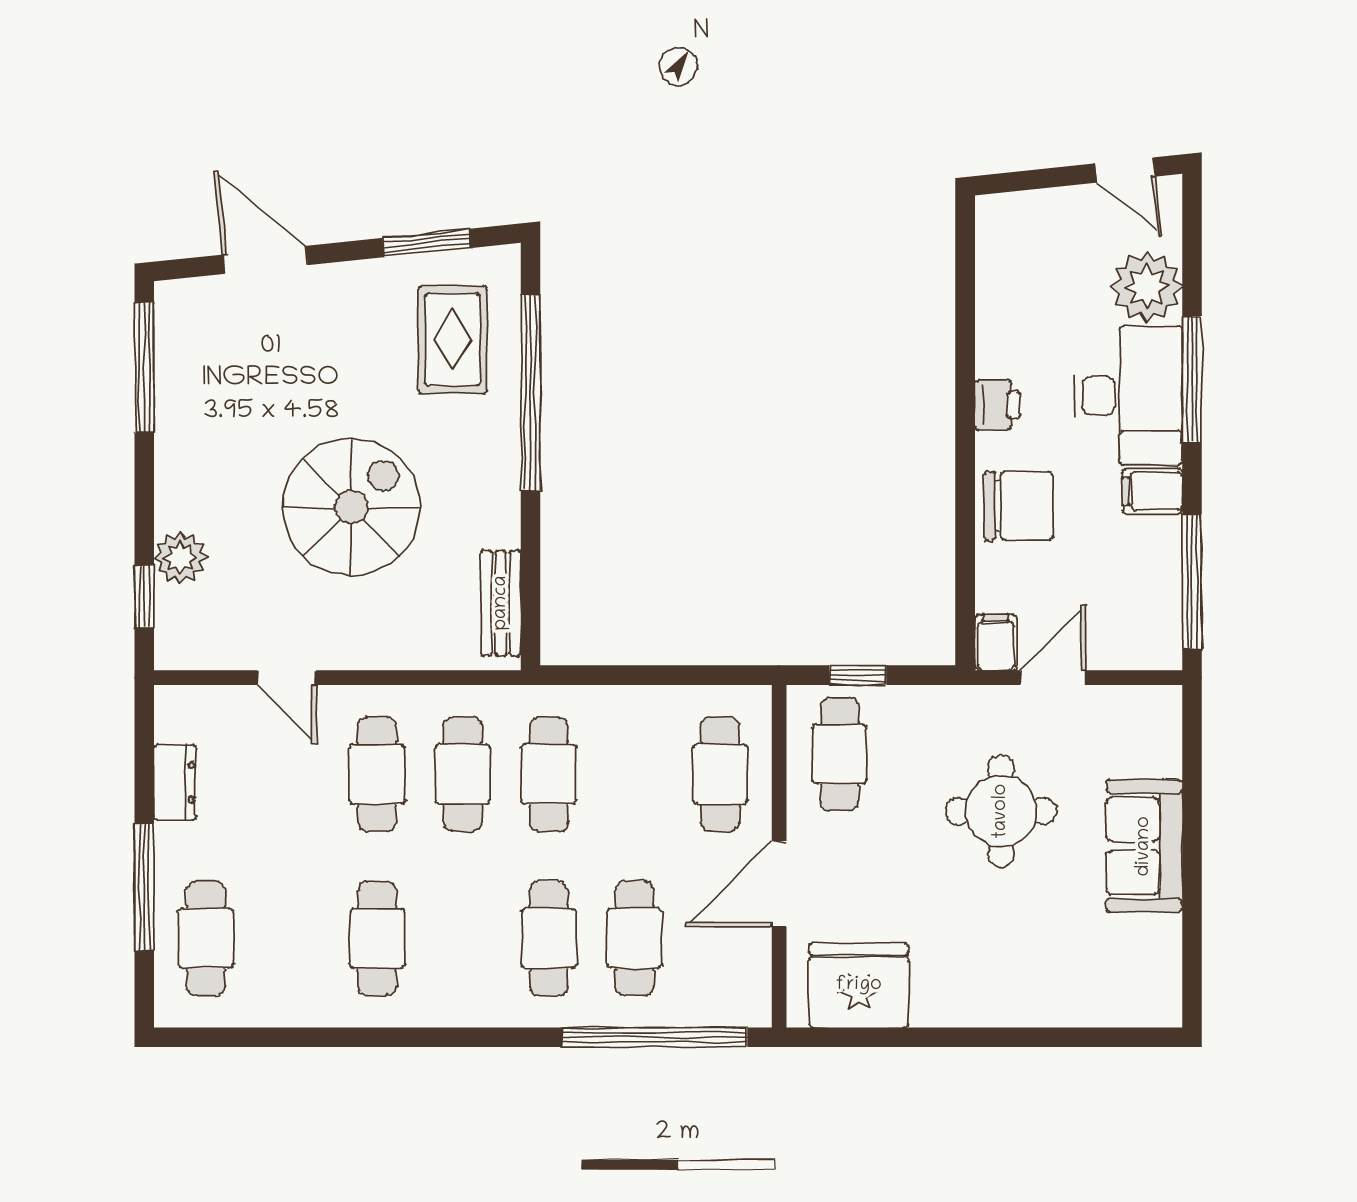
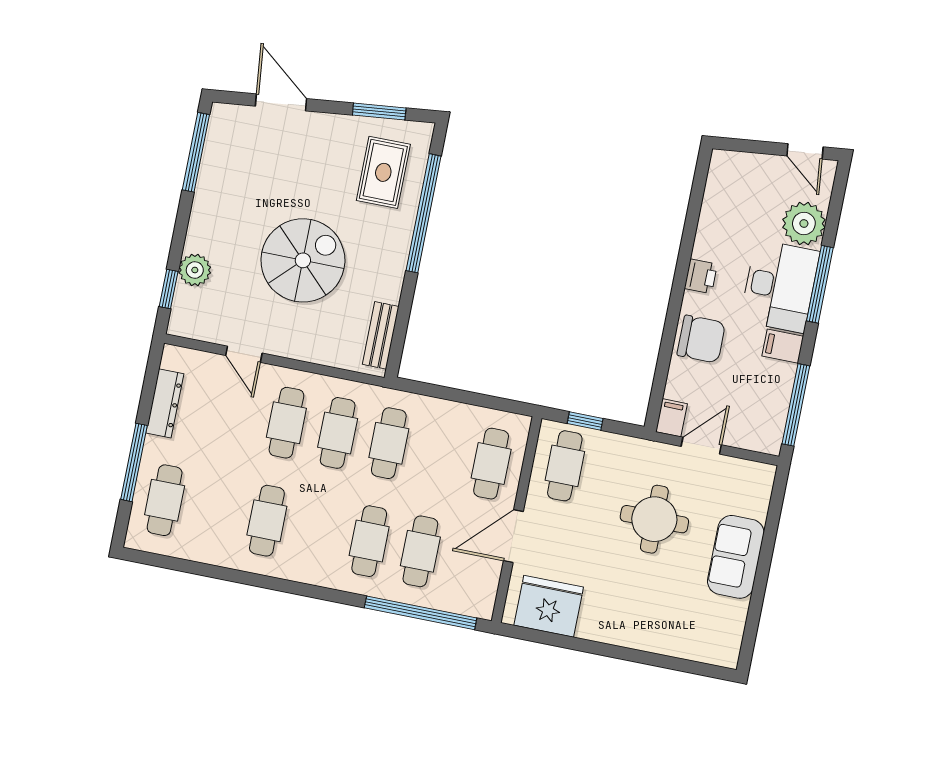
dresser: (175, 782) -> (165, 403), width x1.44

